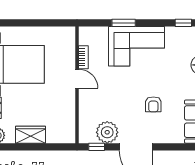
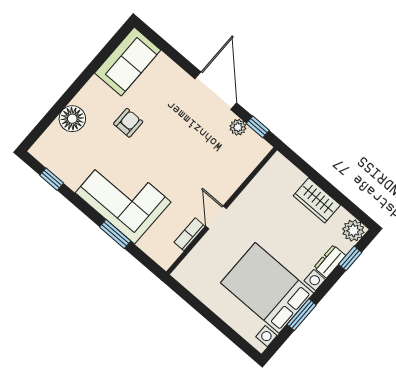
armchair: (153, 104) -> (128, 123), moved
plant: (107, 132) -> (238, 127), width x0.53, depth x0.53

